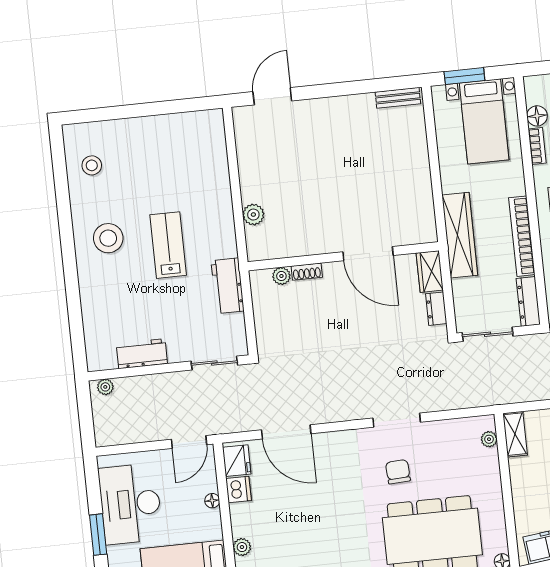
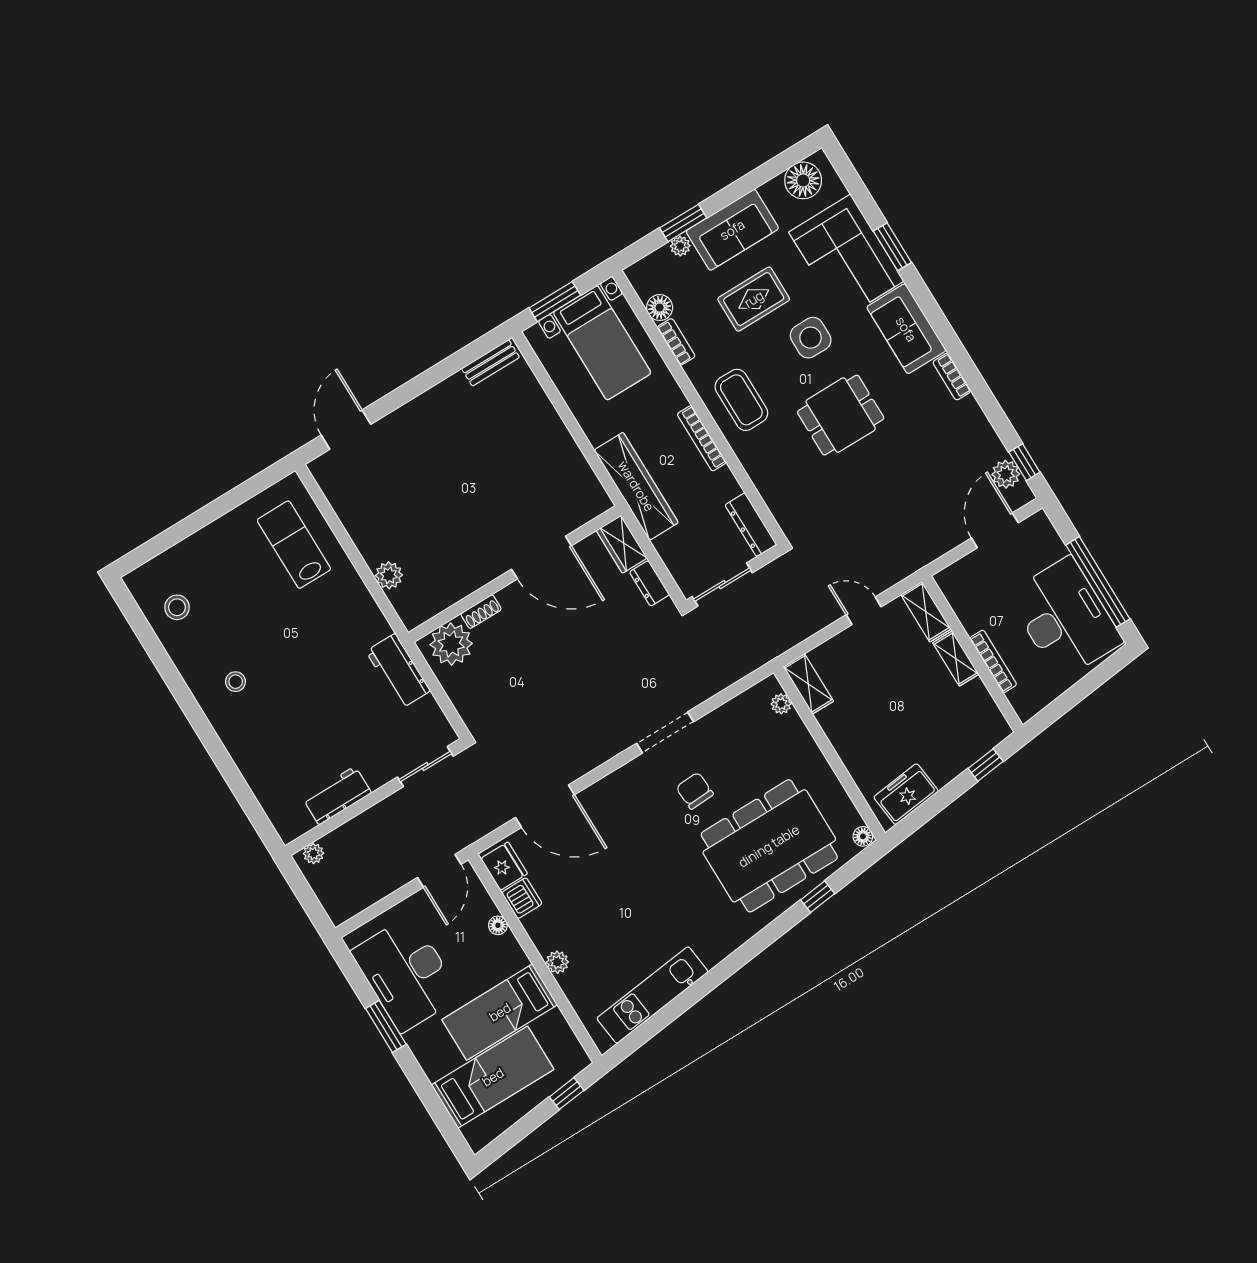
bookcase: (522, 236) -> (702, 438), width x0.68, depth x0.76
stool: (108, 238) -> (236, 682), width x0.53, depth x0.53
lab bench: (168, 245) -> (294, 545), moved
plant: (281, 276) -> (451, 644), width x1.87, depth x1.87

